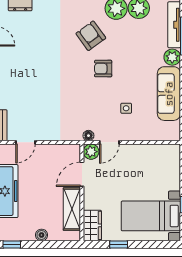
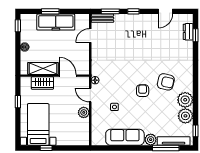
armchair: (91, 36) -> (166, 82), turned 49
door: (25, 142) -> (90, 36), hinge flipped
plant: (91, 152) -> (84, 112), moved
wardrobe: (92, 225) -> (42, 83), moved

